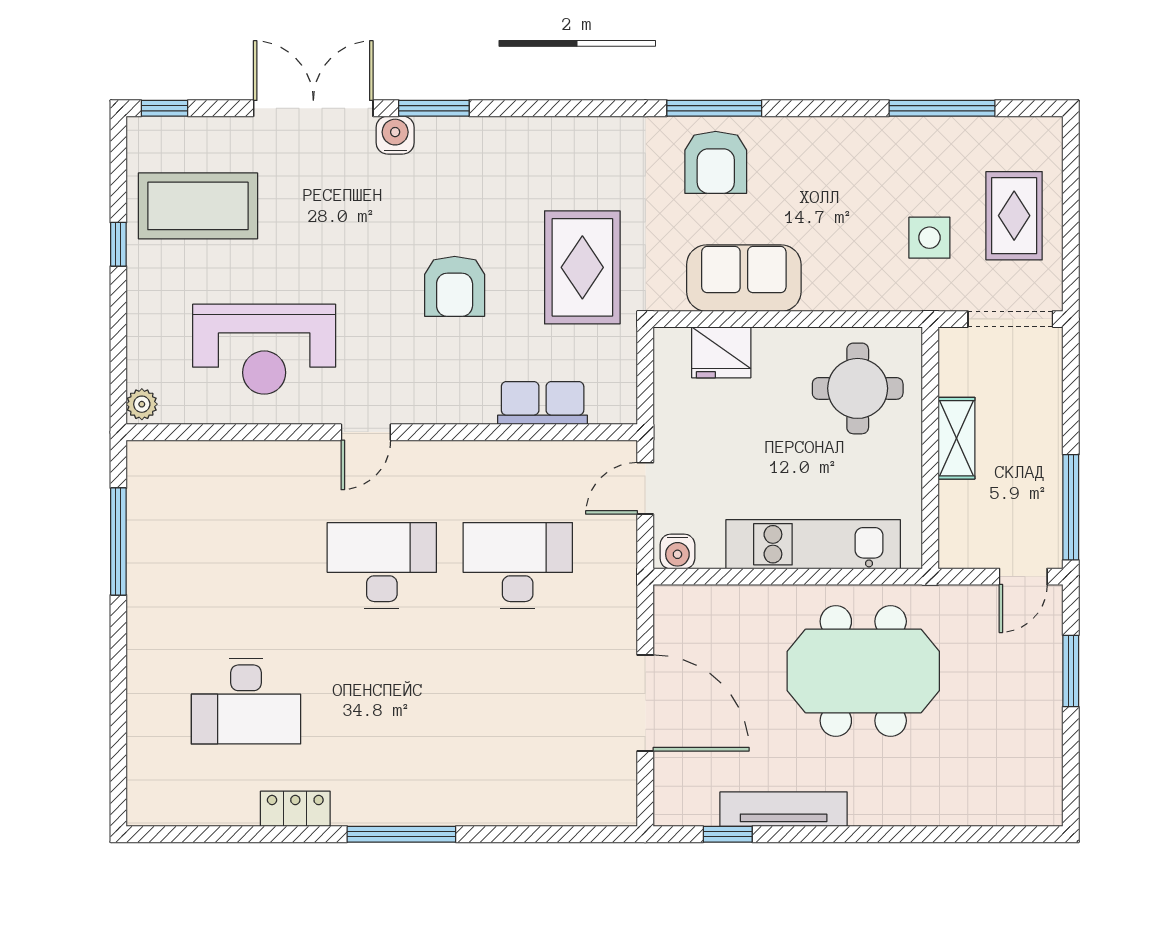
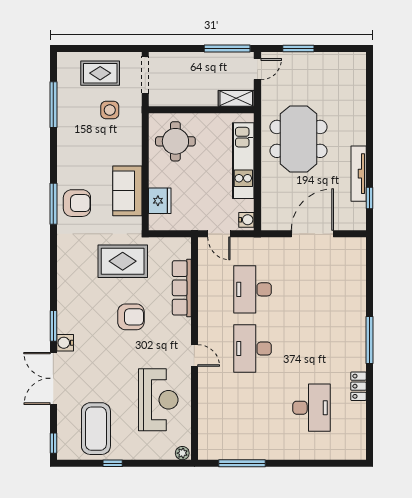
row of seats: (543, 403) -> (182, 288), width x1.48
shelving: (956, 438) -> (236, 98), moved
door: (1023, 577) -> (257, 69), hinge flipped

